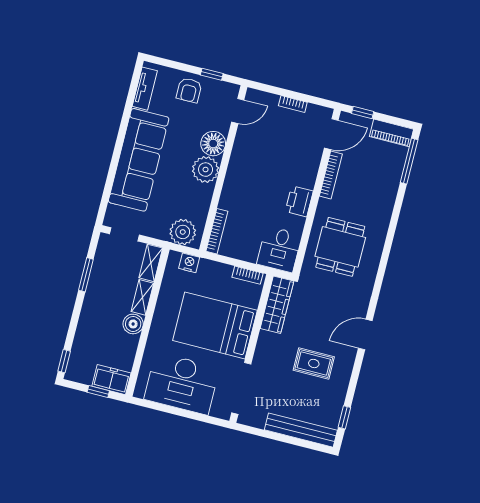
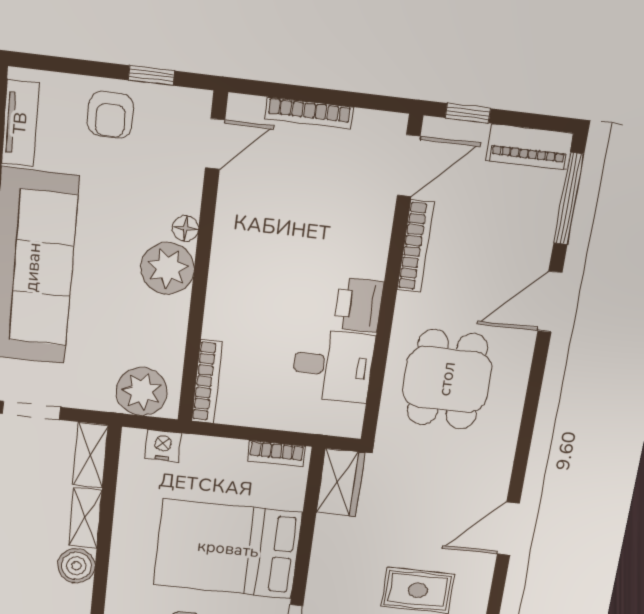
bookcase: (293, 104) -> (309, 113), width x1.56
floor lamp: (213, 144) -> (185, 228), width x0.53, depth x0.53
door: (396, 213) -> (550, 302), added
desk: (279, 249) -> (333, 366), moved, turned -90
wardrobe: (277, 305) -> (341, 483), width x0.67

